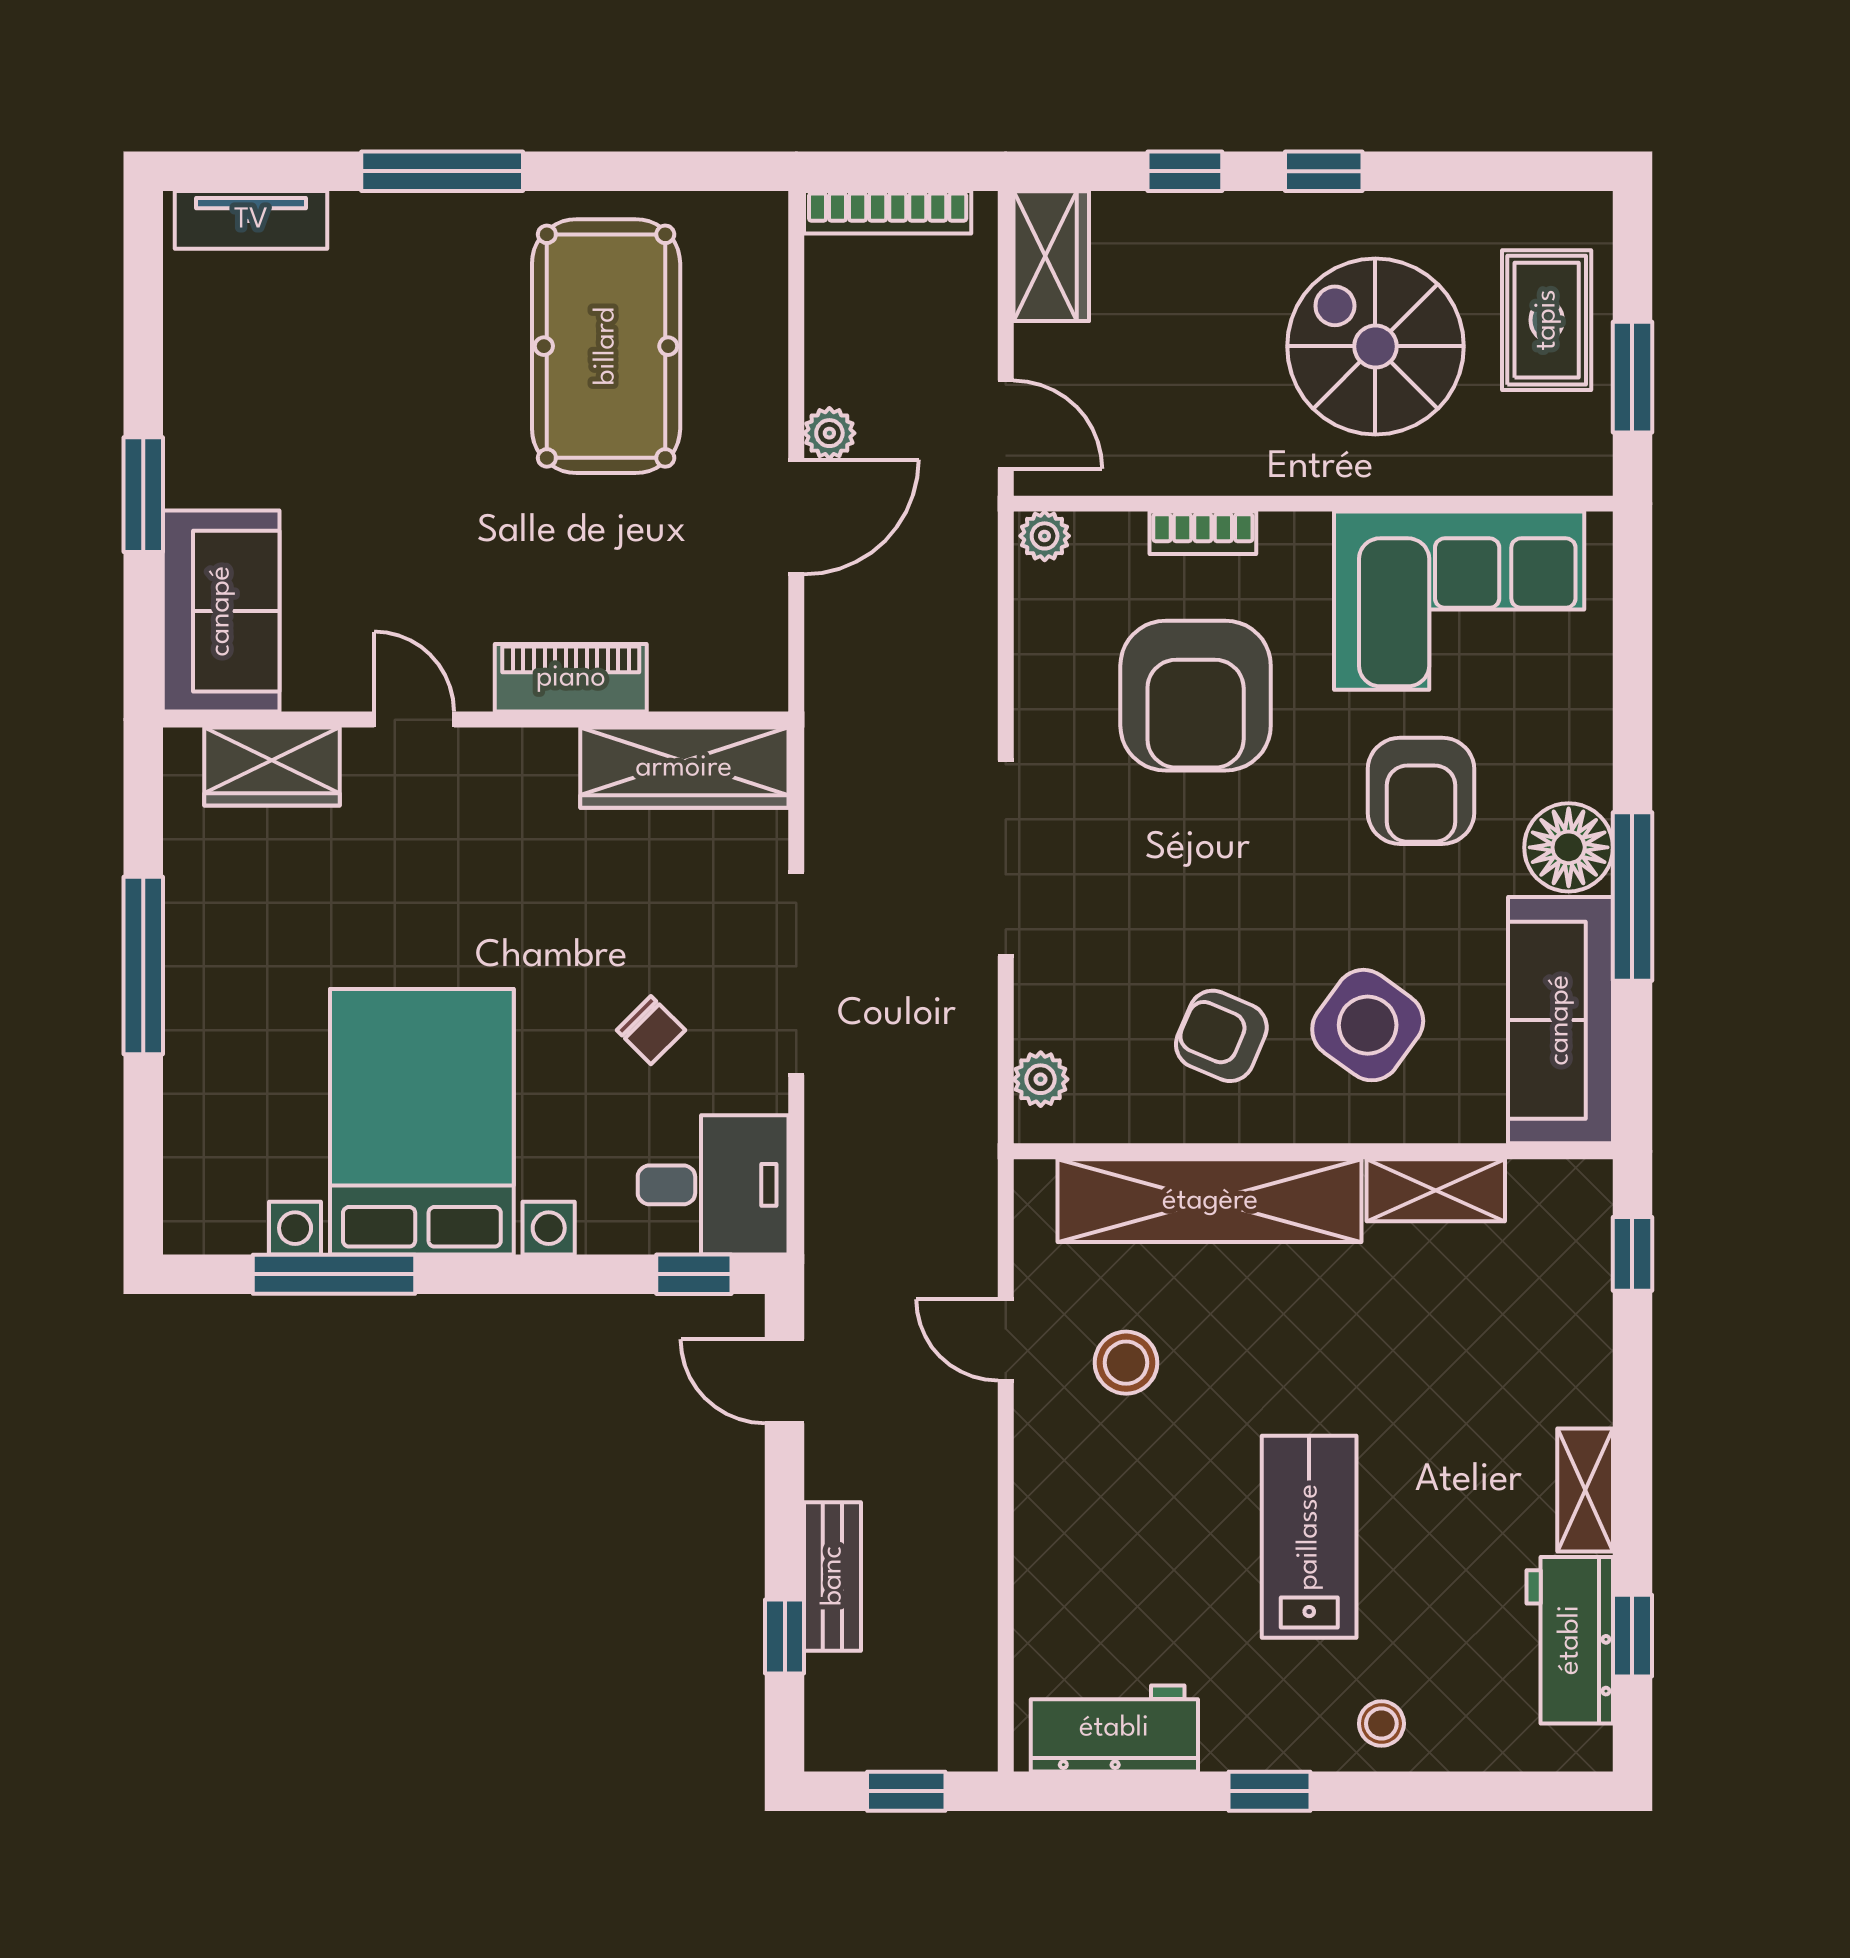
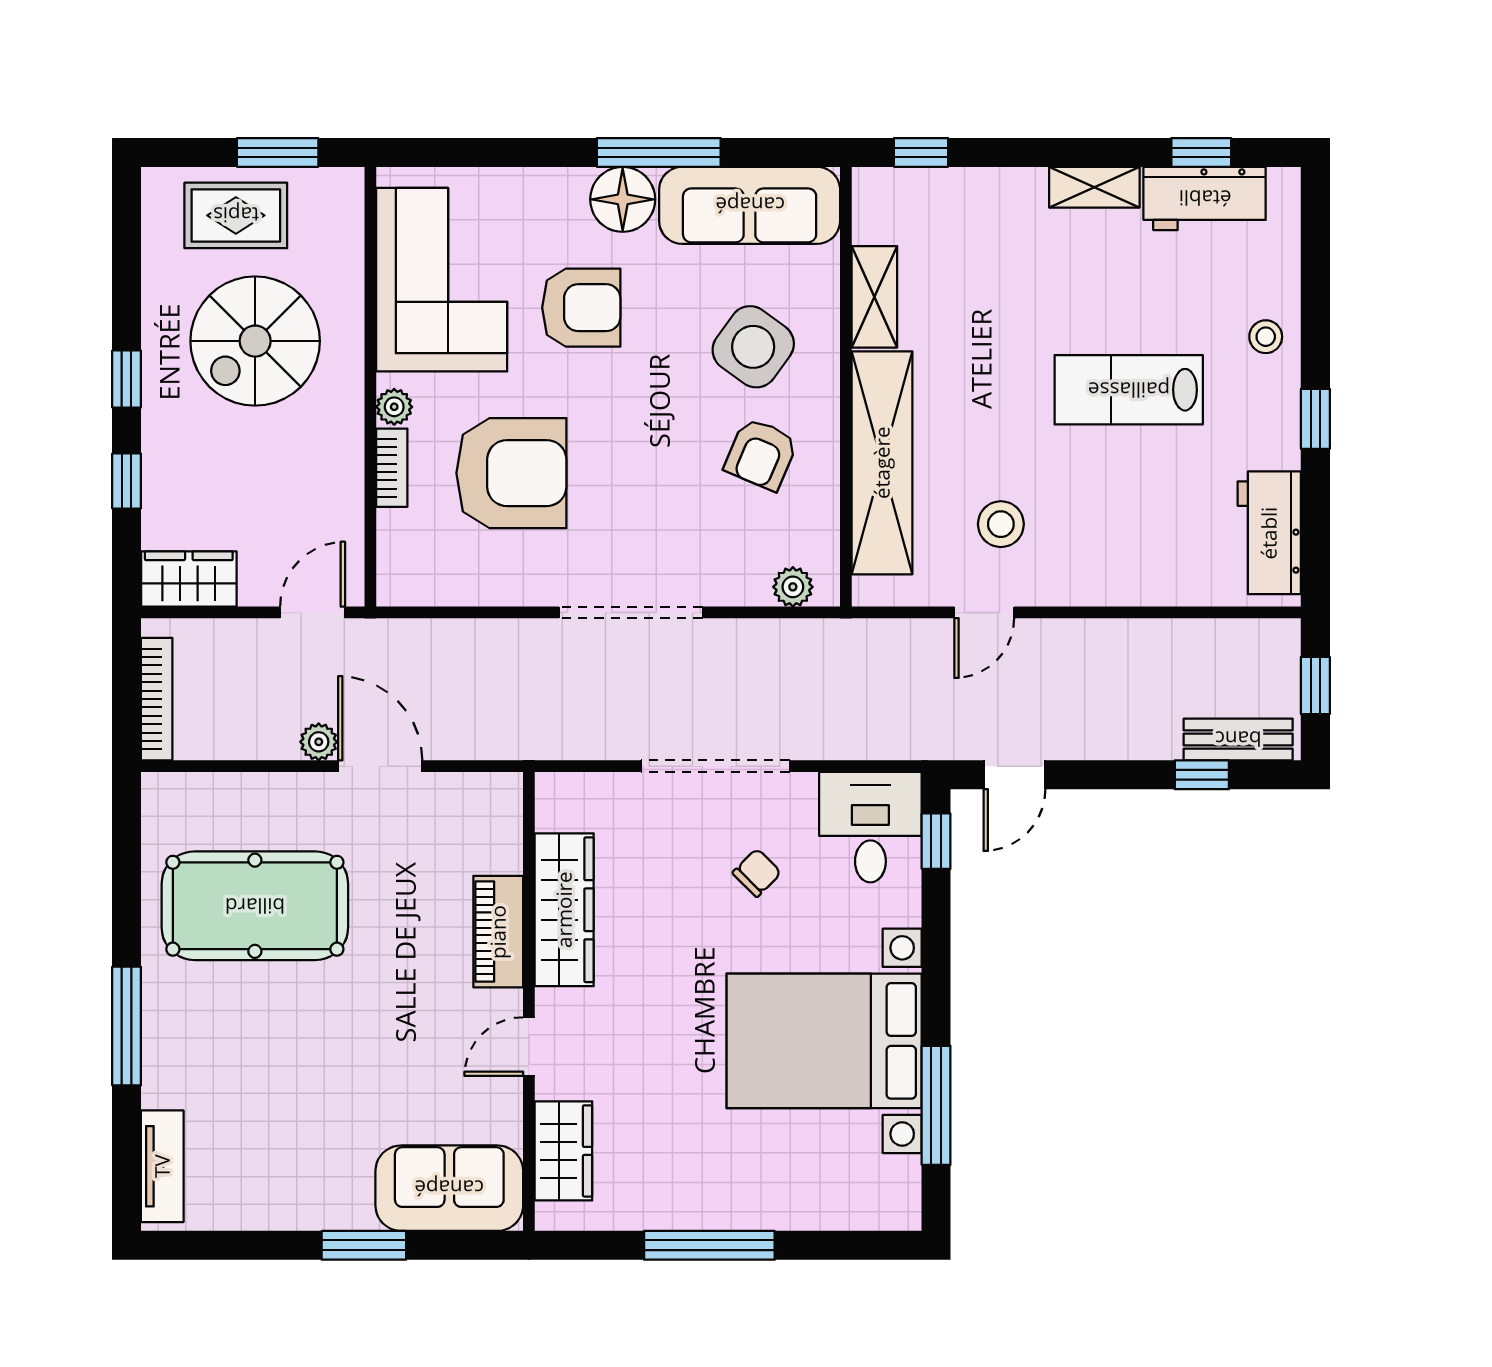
plant: (1045, 536) -> (394, 407), moved
wardrobe: (684, 768) -> (564, 910), moved
bench: (833, 1576) -> (1238, 739), moved

